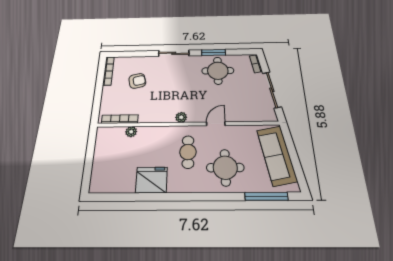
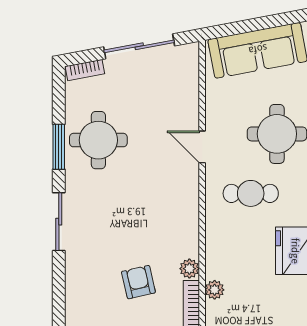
armchair: (137, 81) -> (138, 282), moved
plant: (181, 117) -> (189, 269), moved

